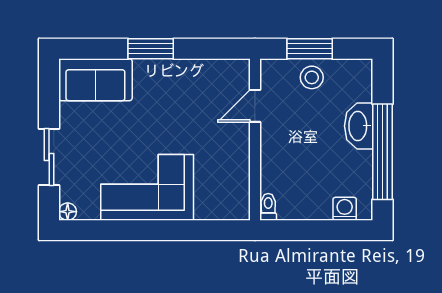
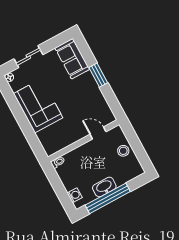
window: (310, 49) -> (135, 143), removed
washbasin: (359, 126) -> (104, 187), moved

